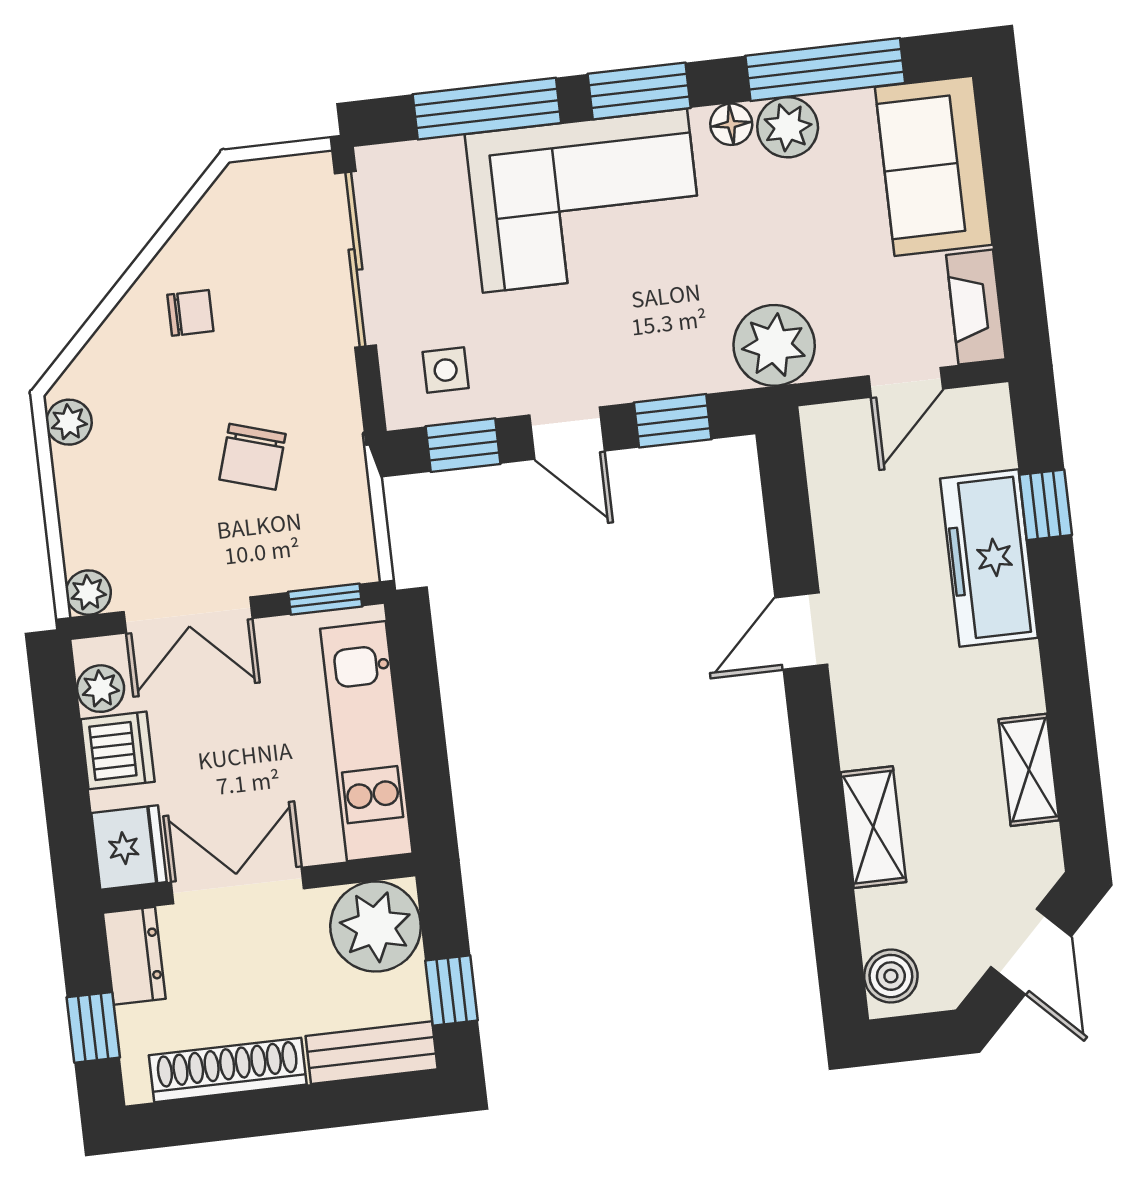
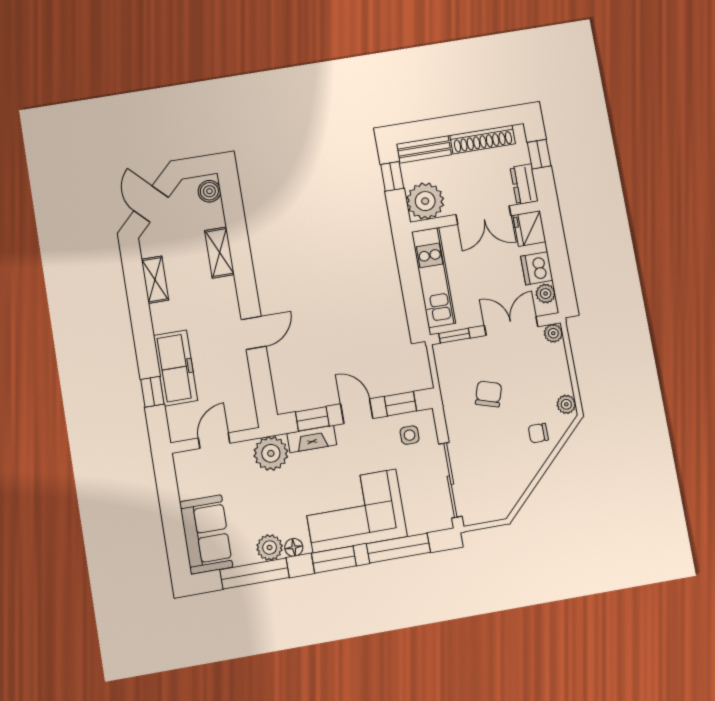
fireplace: (976, 307) -> (312, 439), moved, turned 90
chair: (190, 313) -> (538, 433), moved

